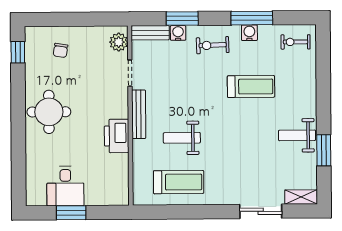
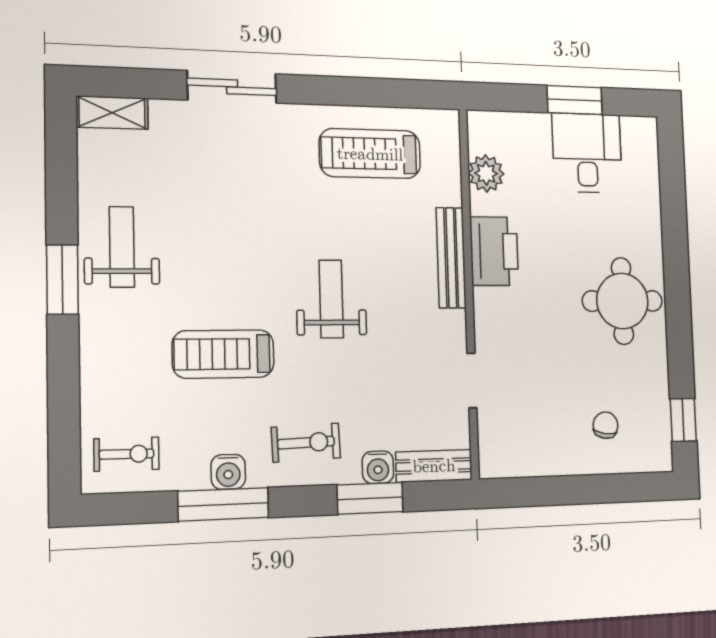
plant: (119, 42) -> (486, 173), moved
bench: (139, 114) -> (451, 258), moved
weight bench: (297, 135) -> (122, 247), turned -90
weight bench: (182, 138) -> (331, 299), moved, turned -90
window: (324, 150) -> (62, 280), moved
sliding door: (261, 211) -> (232, 87), moved

